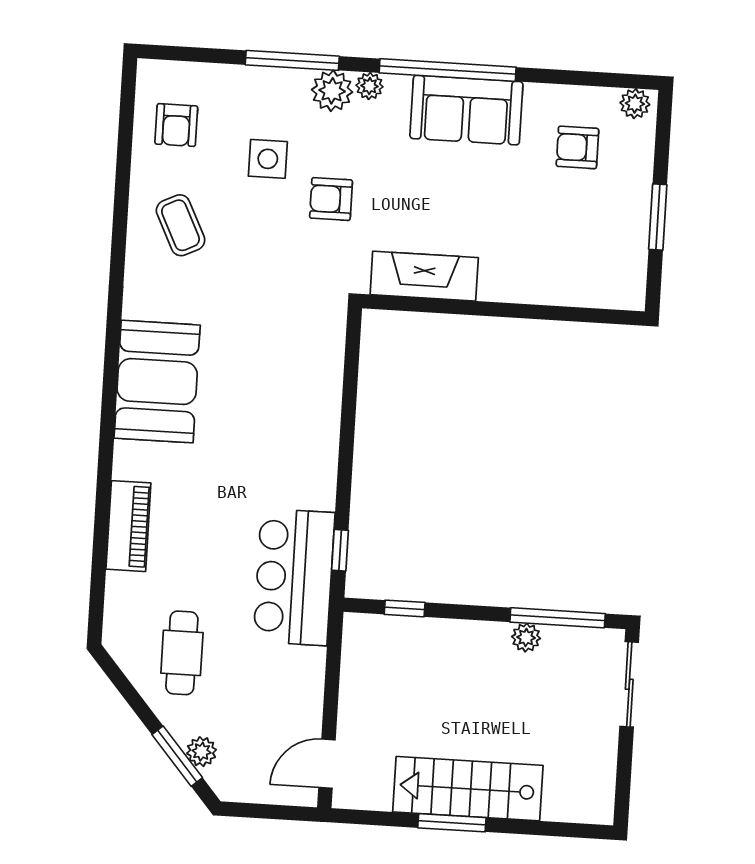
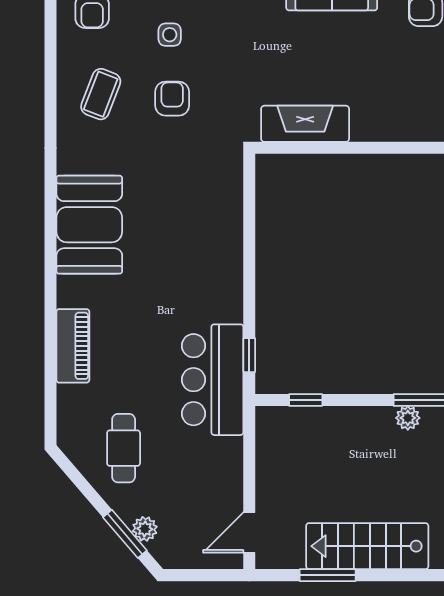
side table: (268, 159) -> (170, 35), width x0.73, depth x0.73
armchair: (331, 199) -> (172, 99), moved, turned 90
coffee table: (181, 225) -> (101, 94), turned 47
window: (452, 823) -> (328, 575), moved

